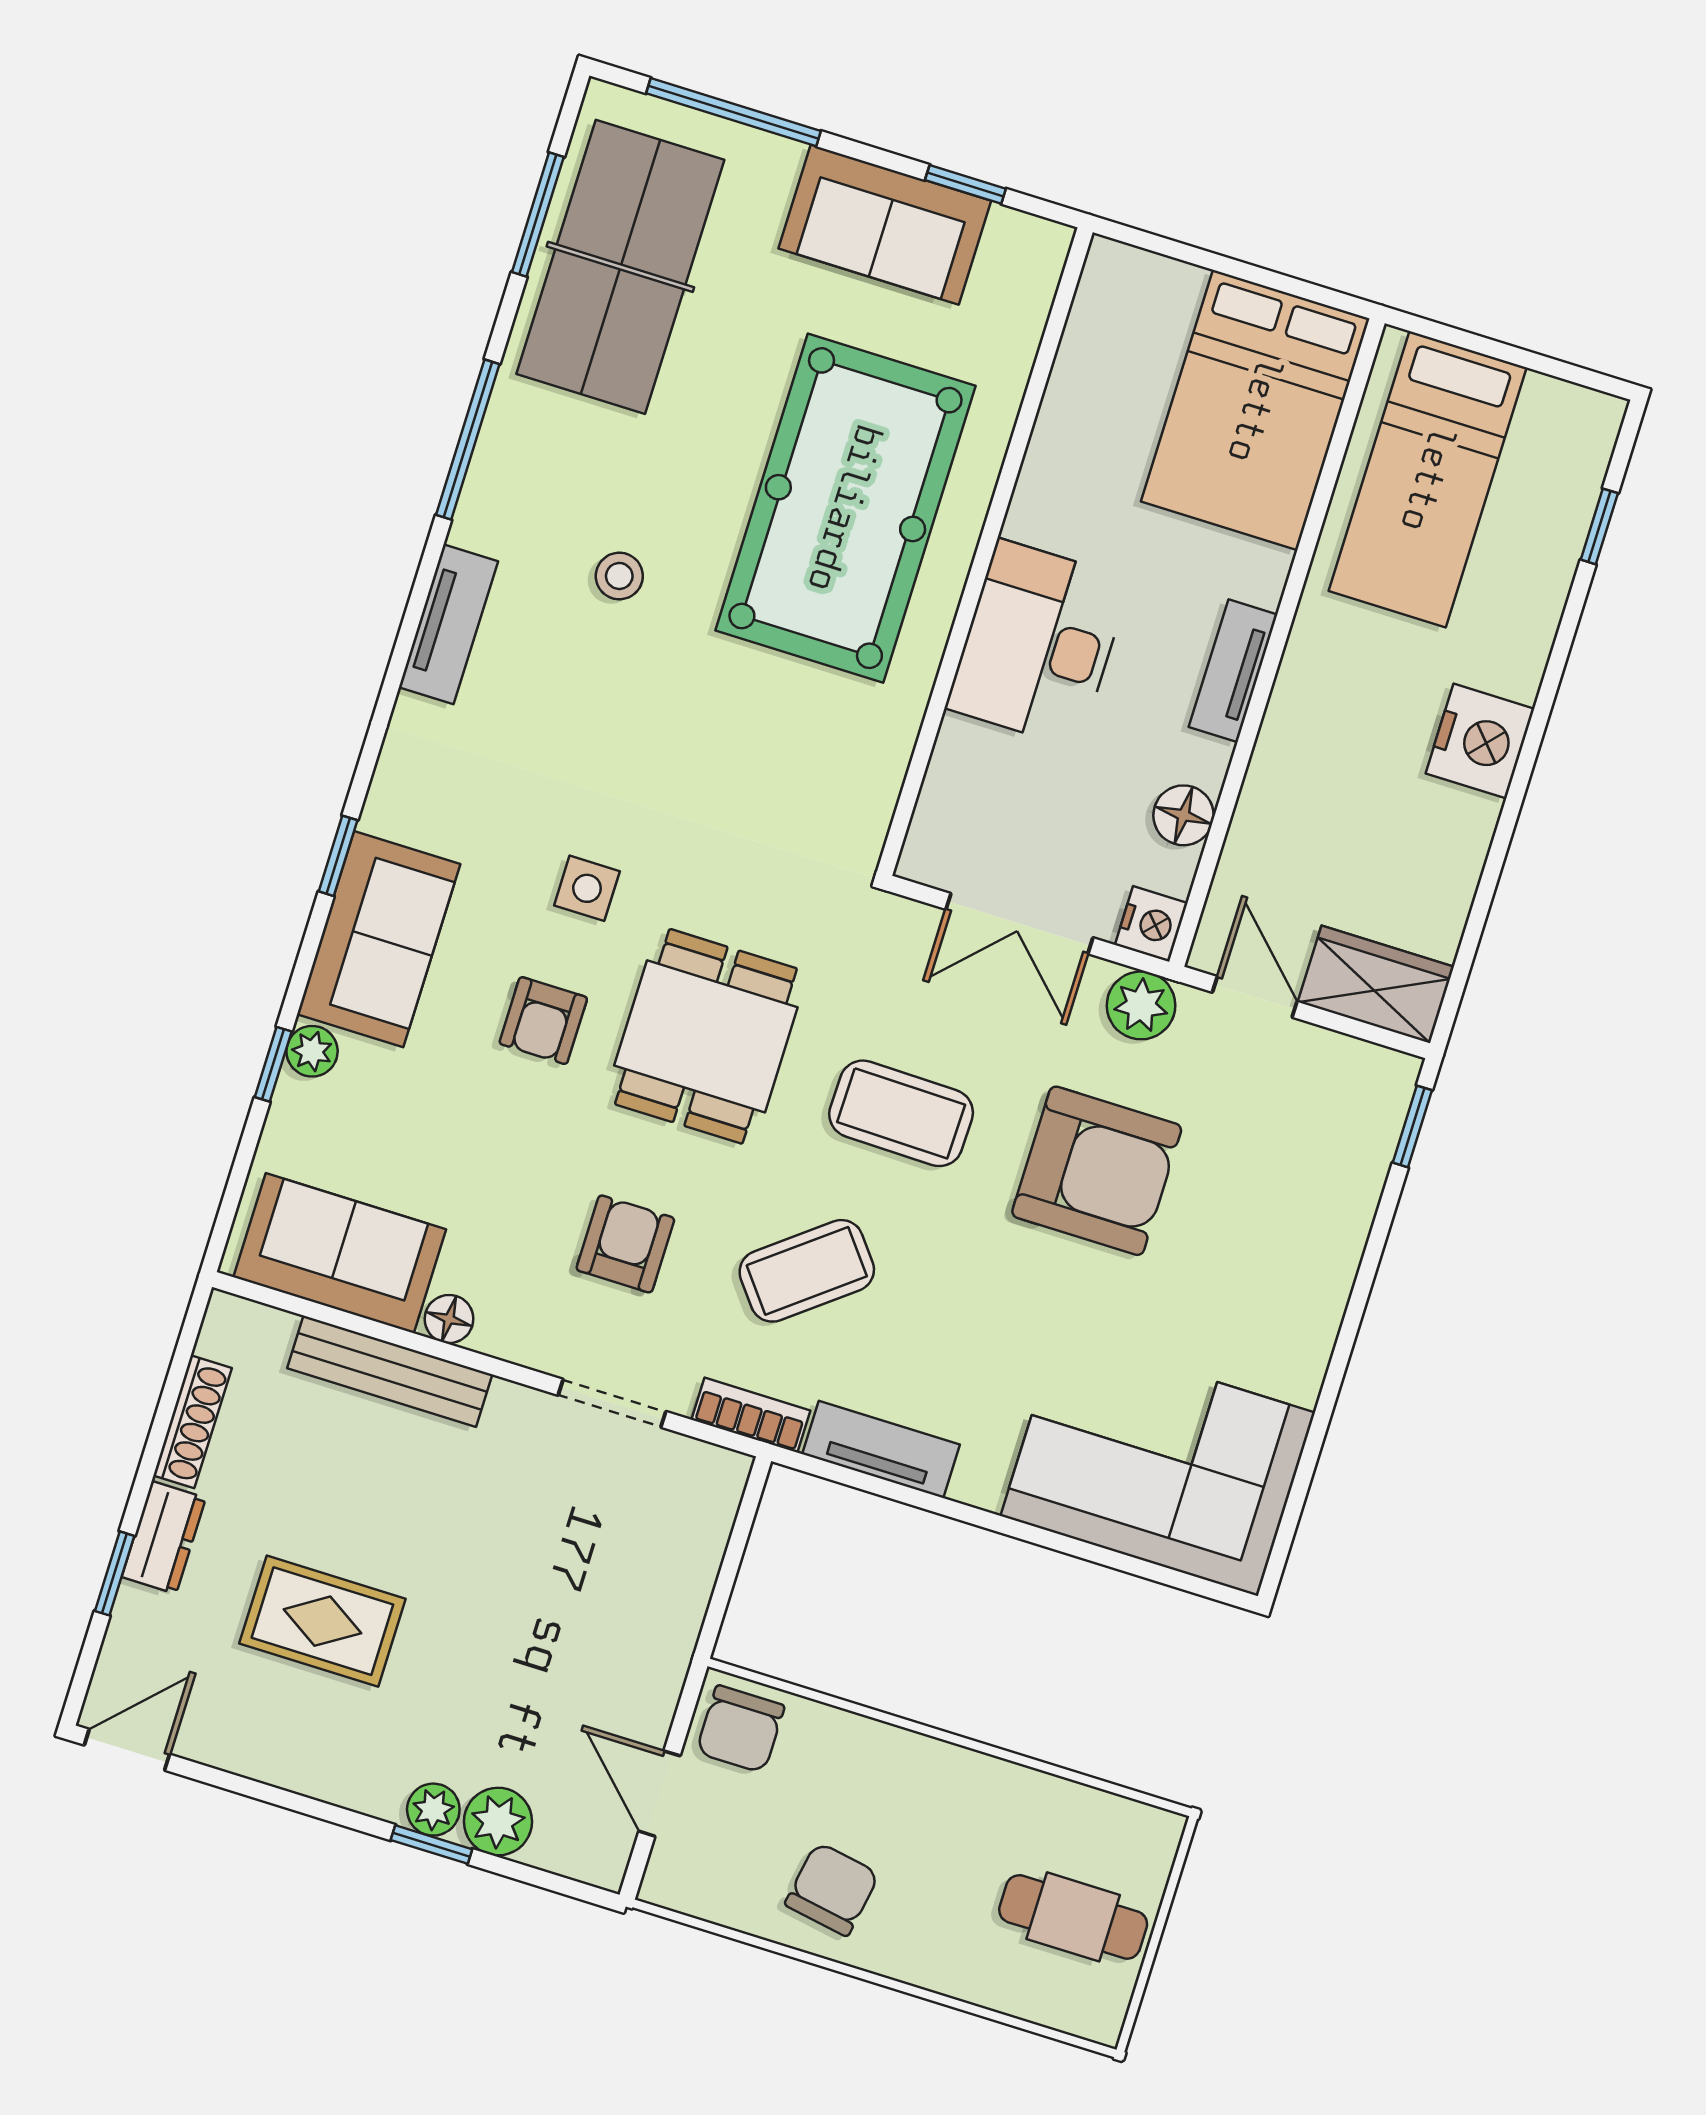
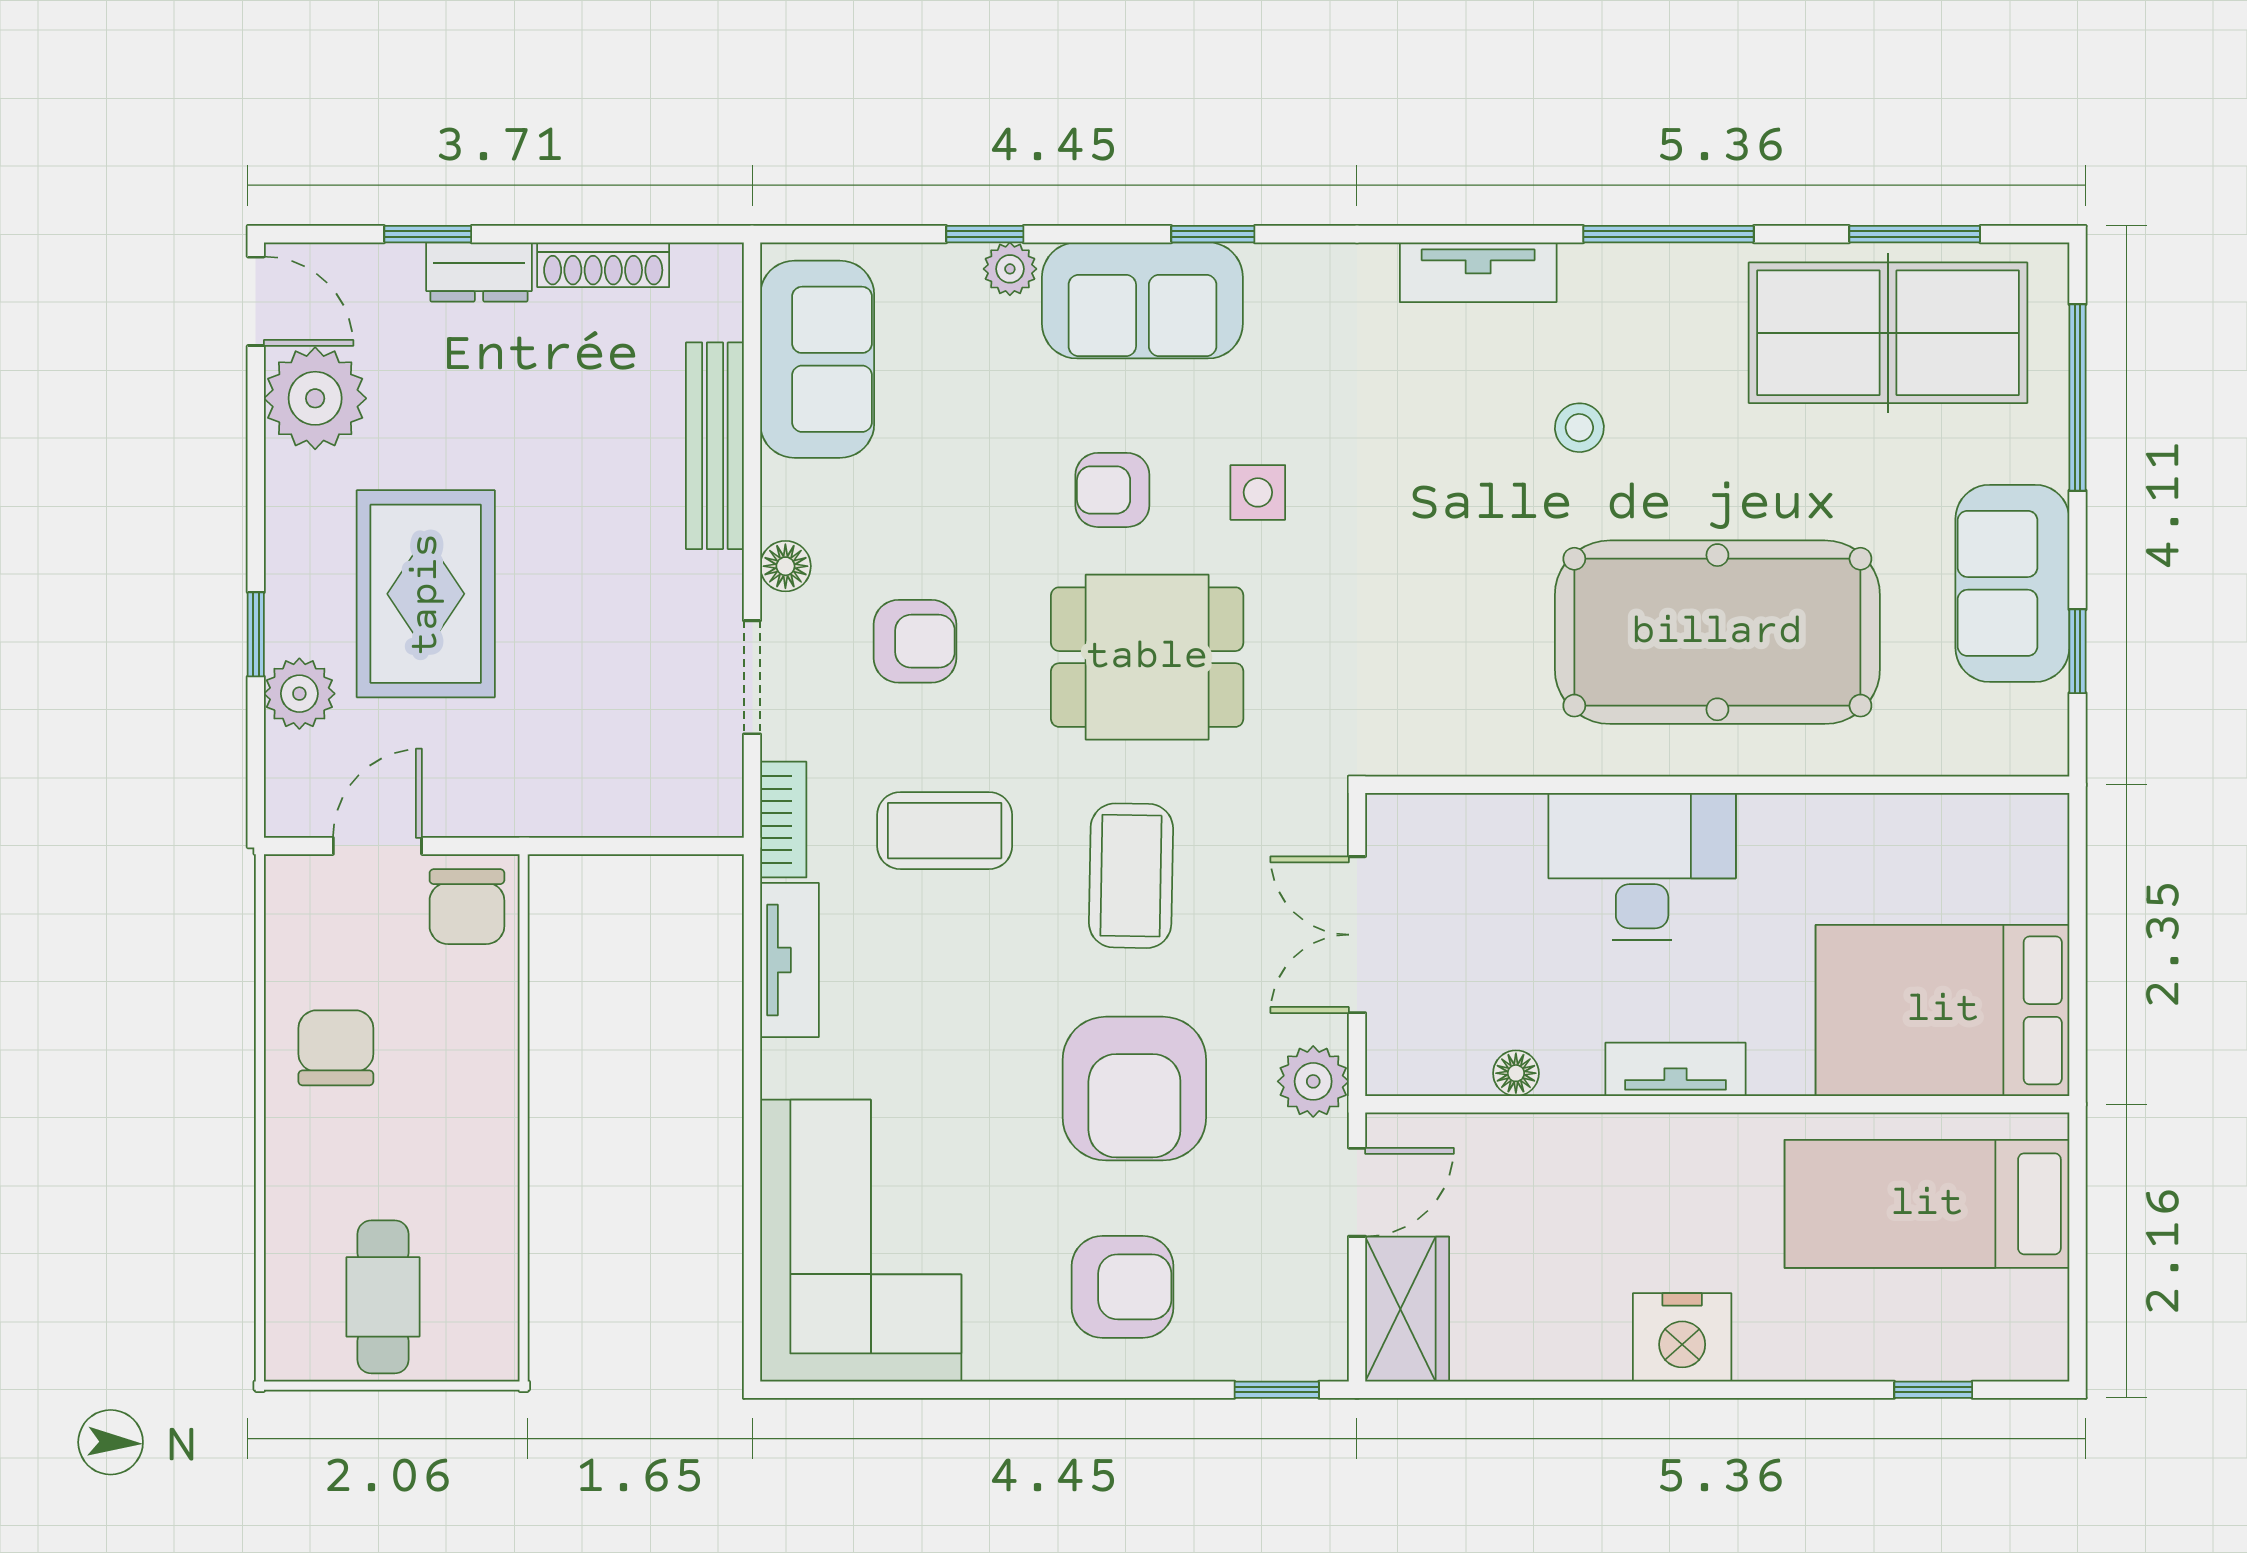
floor lamp: (1183, 815) -> (1516, 1073), width x0.73, depth x0.73
nightstand: (1151, 924) -> (1398, 1066), removed
armchair: (1274, 1238) -> (1123, 1287), added
coffee table: (807, 1271) -> (945, 831), turned -52
floor lamp: (449, 1319) -> (785, 566), moved
rug: (322, 1621) -> (426, 594), moved, width x1.36, depth x1.43
chair: (740, 1729) -> (467, 907), turned -90
plant: (433, 1810) -> (315, 398), moved, width x1.88, depth x1.88
chair: (832, 1889) -> (336, 1048), turned -100

